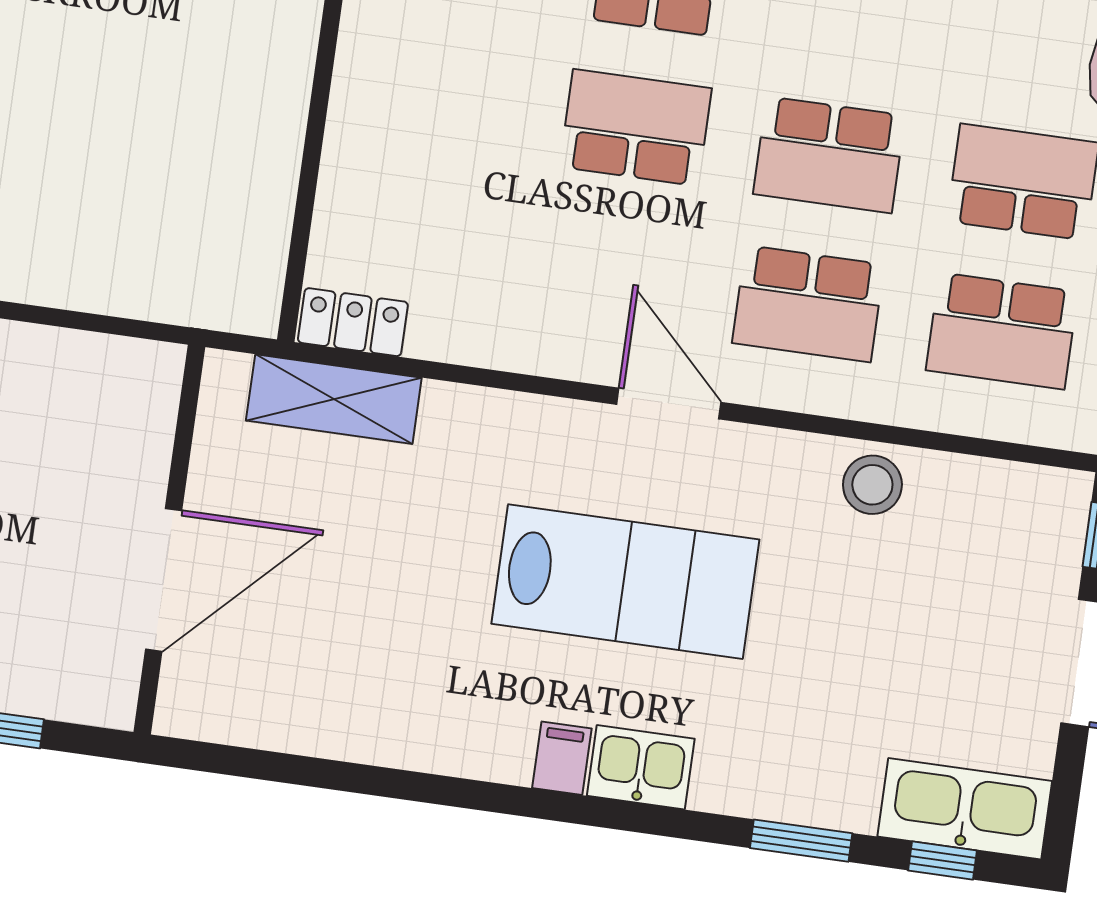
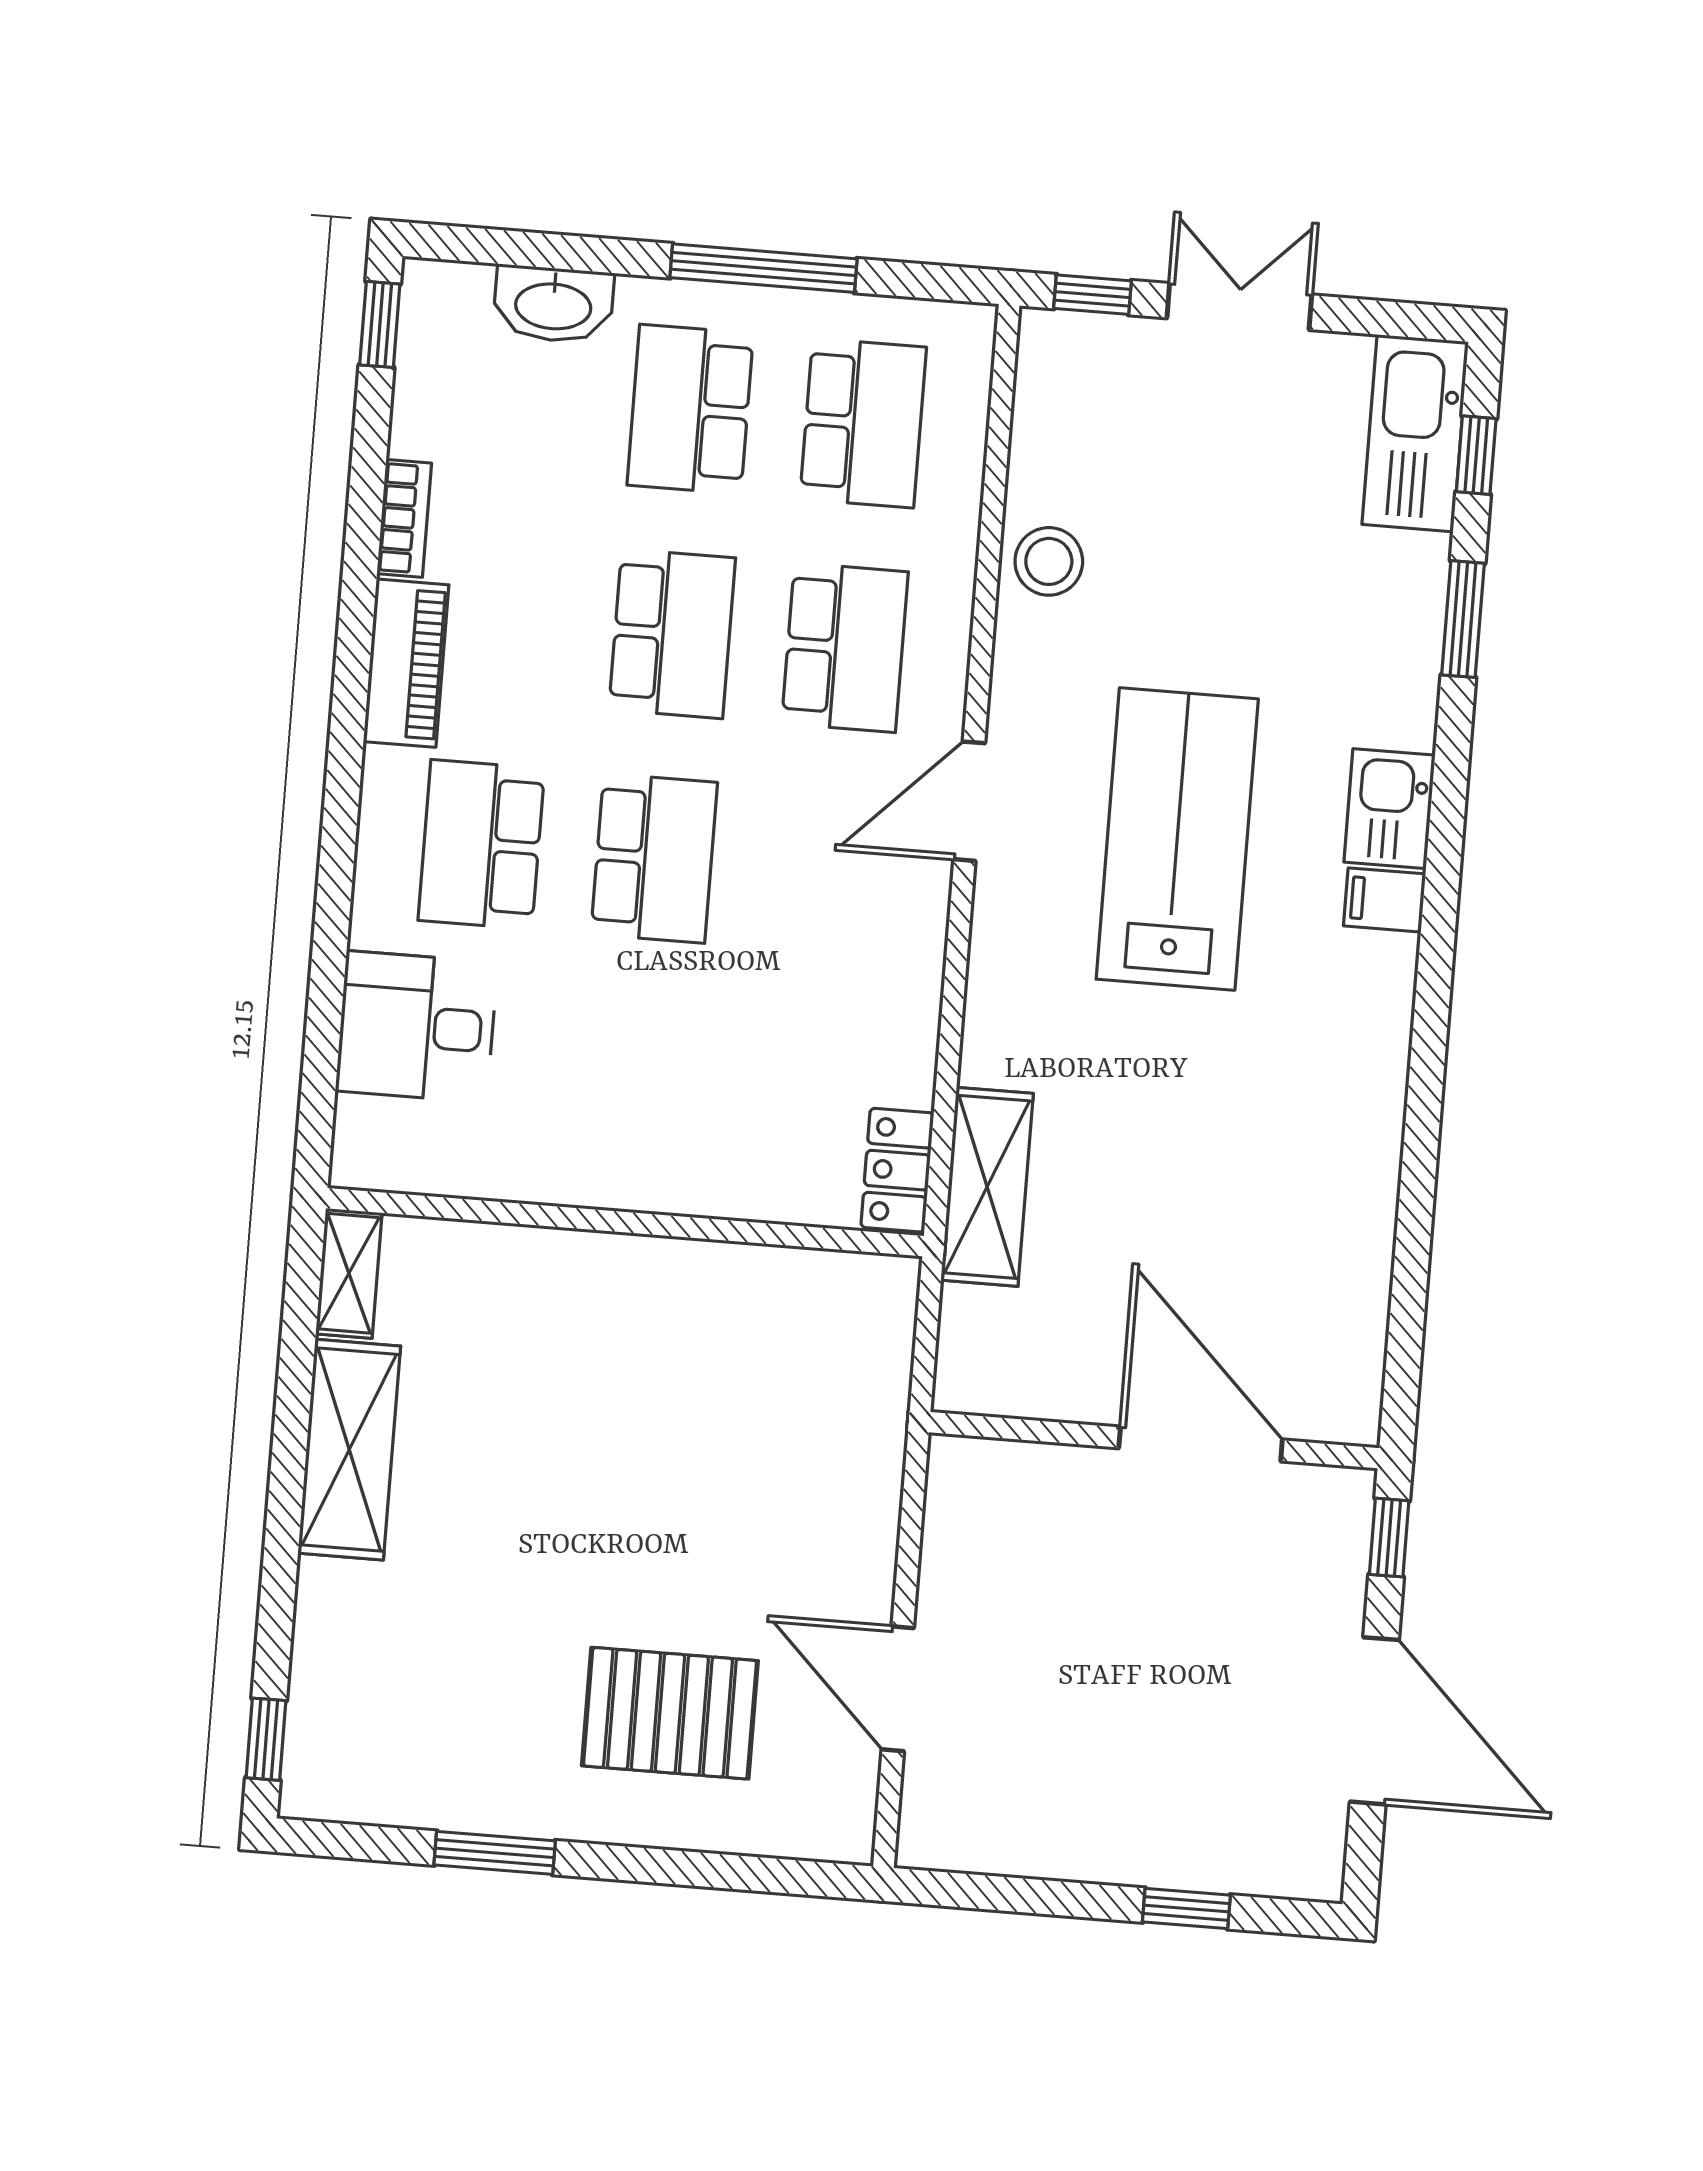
school desk: (636, 128) -> (654, 858), turned 180
wall: (169, 540) -> (1154, 1440), moved
door: (164, 580) -> (1201, 1444), moved

